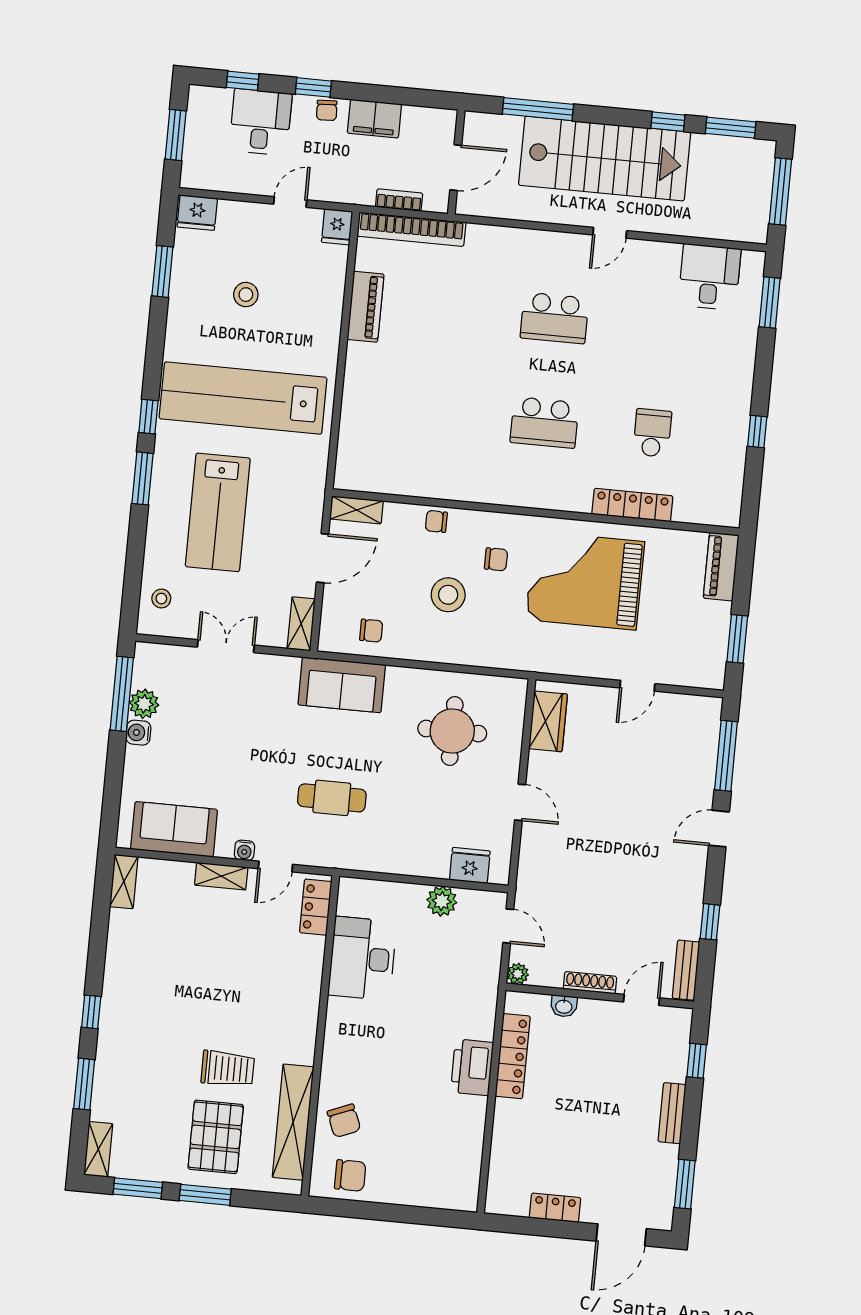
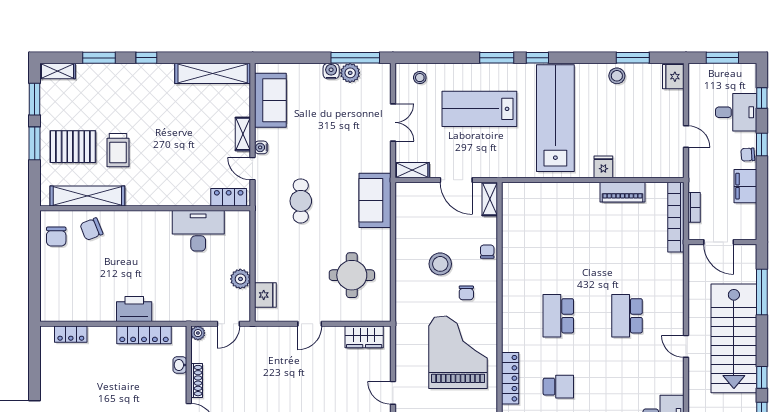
fridge: (337, 227) -> (603, 167), moved, turned 90
stool: (246, 295) -> (617, 76), moved
chair: (371, 631) -> (412, 216), removed
shelving: (124, 882) -> (213, 73), width x2.20, depth x1.33
locker: (555, 1208) -> (71, 334), moved, turned 90

